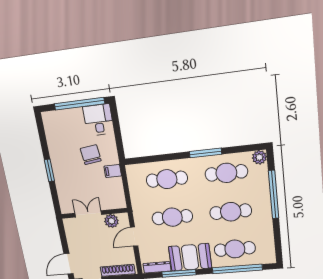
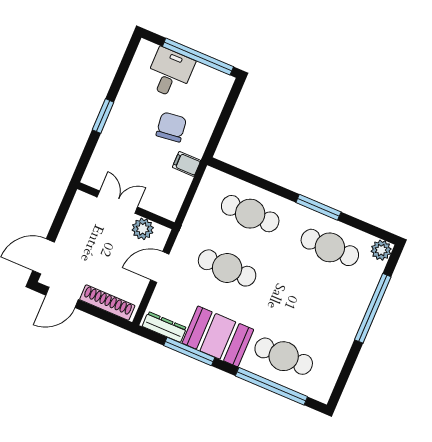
desk: (98, 120) -> (170, 73), moved
cafe table: (231, 212) -> (307, 302), removed

